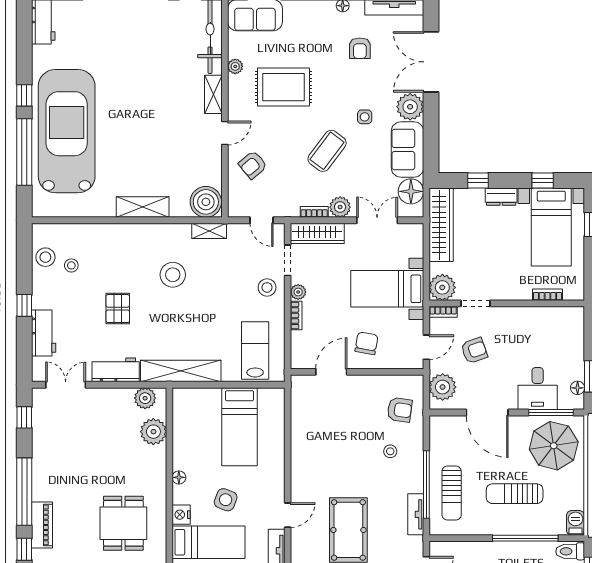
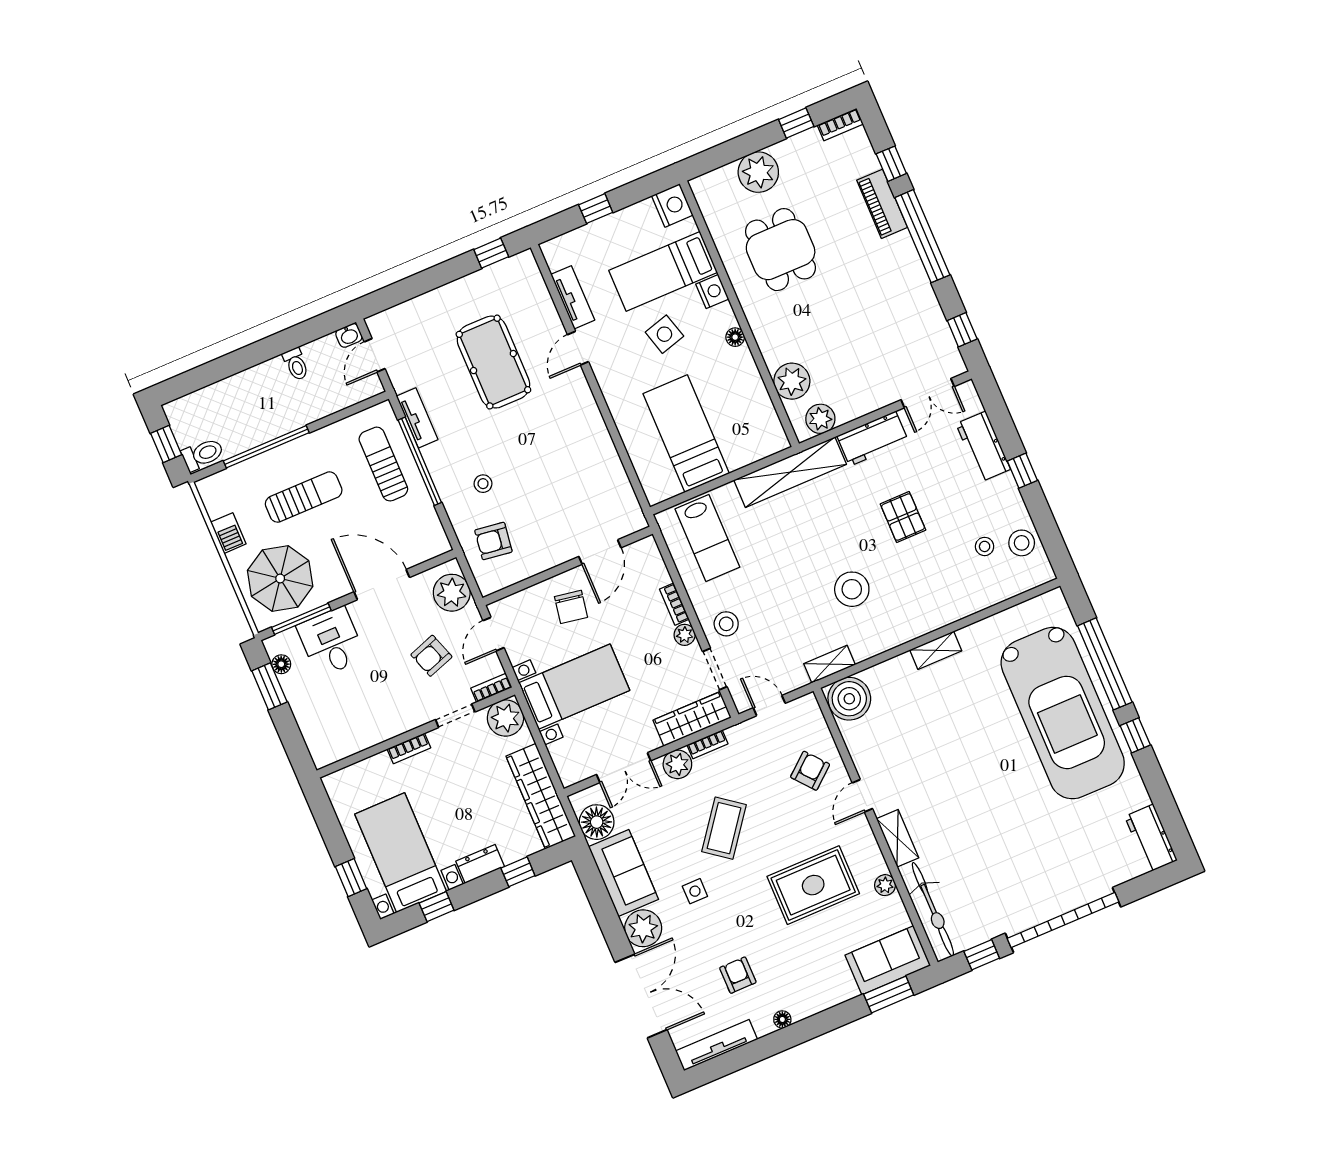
shelving: (143, 207) -> (936, 650), width x0.67, depth x0.75
bookcase: (547, 295) -> (409, 748), moved
side table: (226, 500) -> (664, 334), turned -37
barbecue: (576, 523) -> (228, 533), moved

